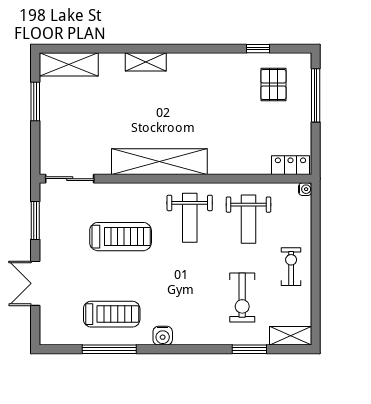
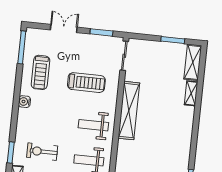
shelving: (146, 62) -> (191, 93), moved
treadmill: (121, 237) -> (86, 83), turned -90
window: (109, 349) -> (22, 47), moved

